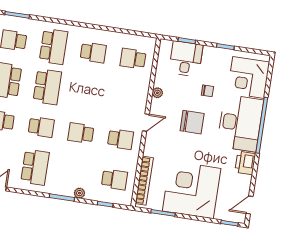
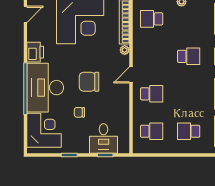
plant: (157, 93) -> (125, 50), moved
school desk: (121, 139) -> (152, 94), moved, turned 180

